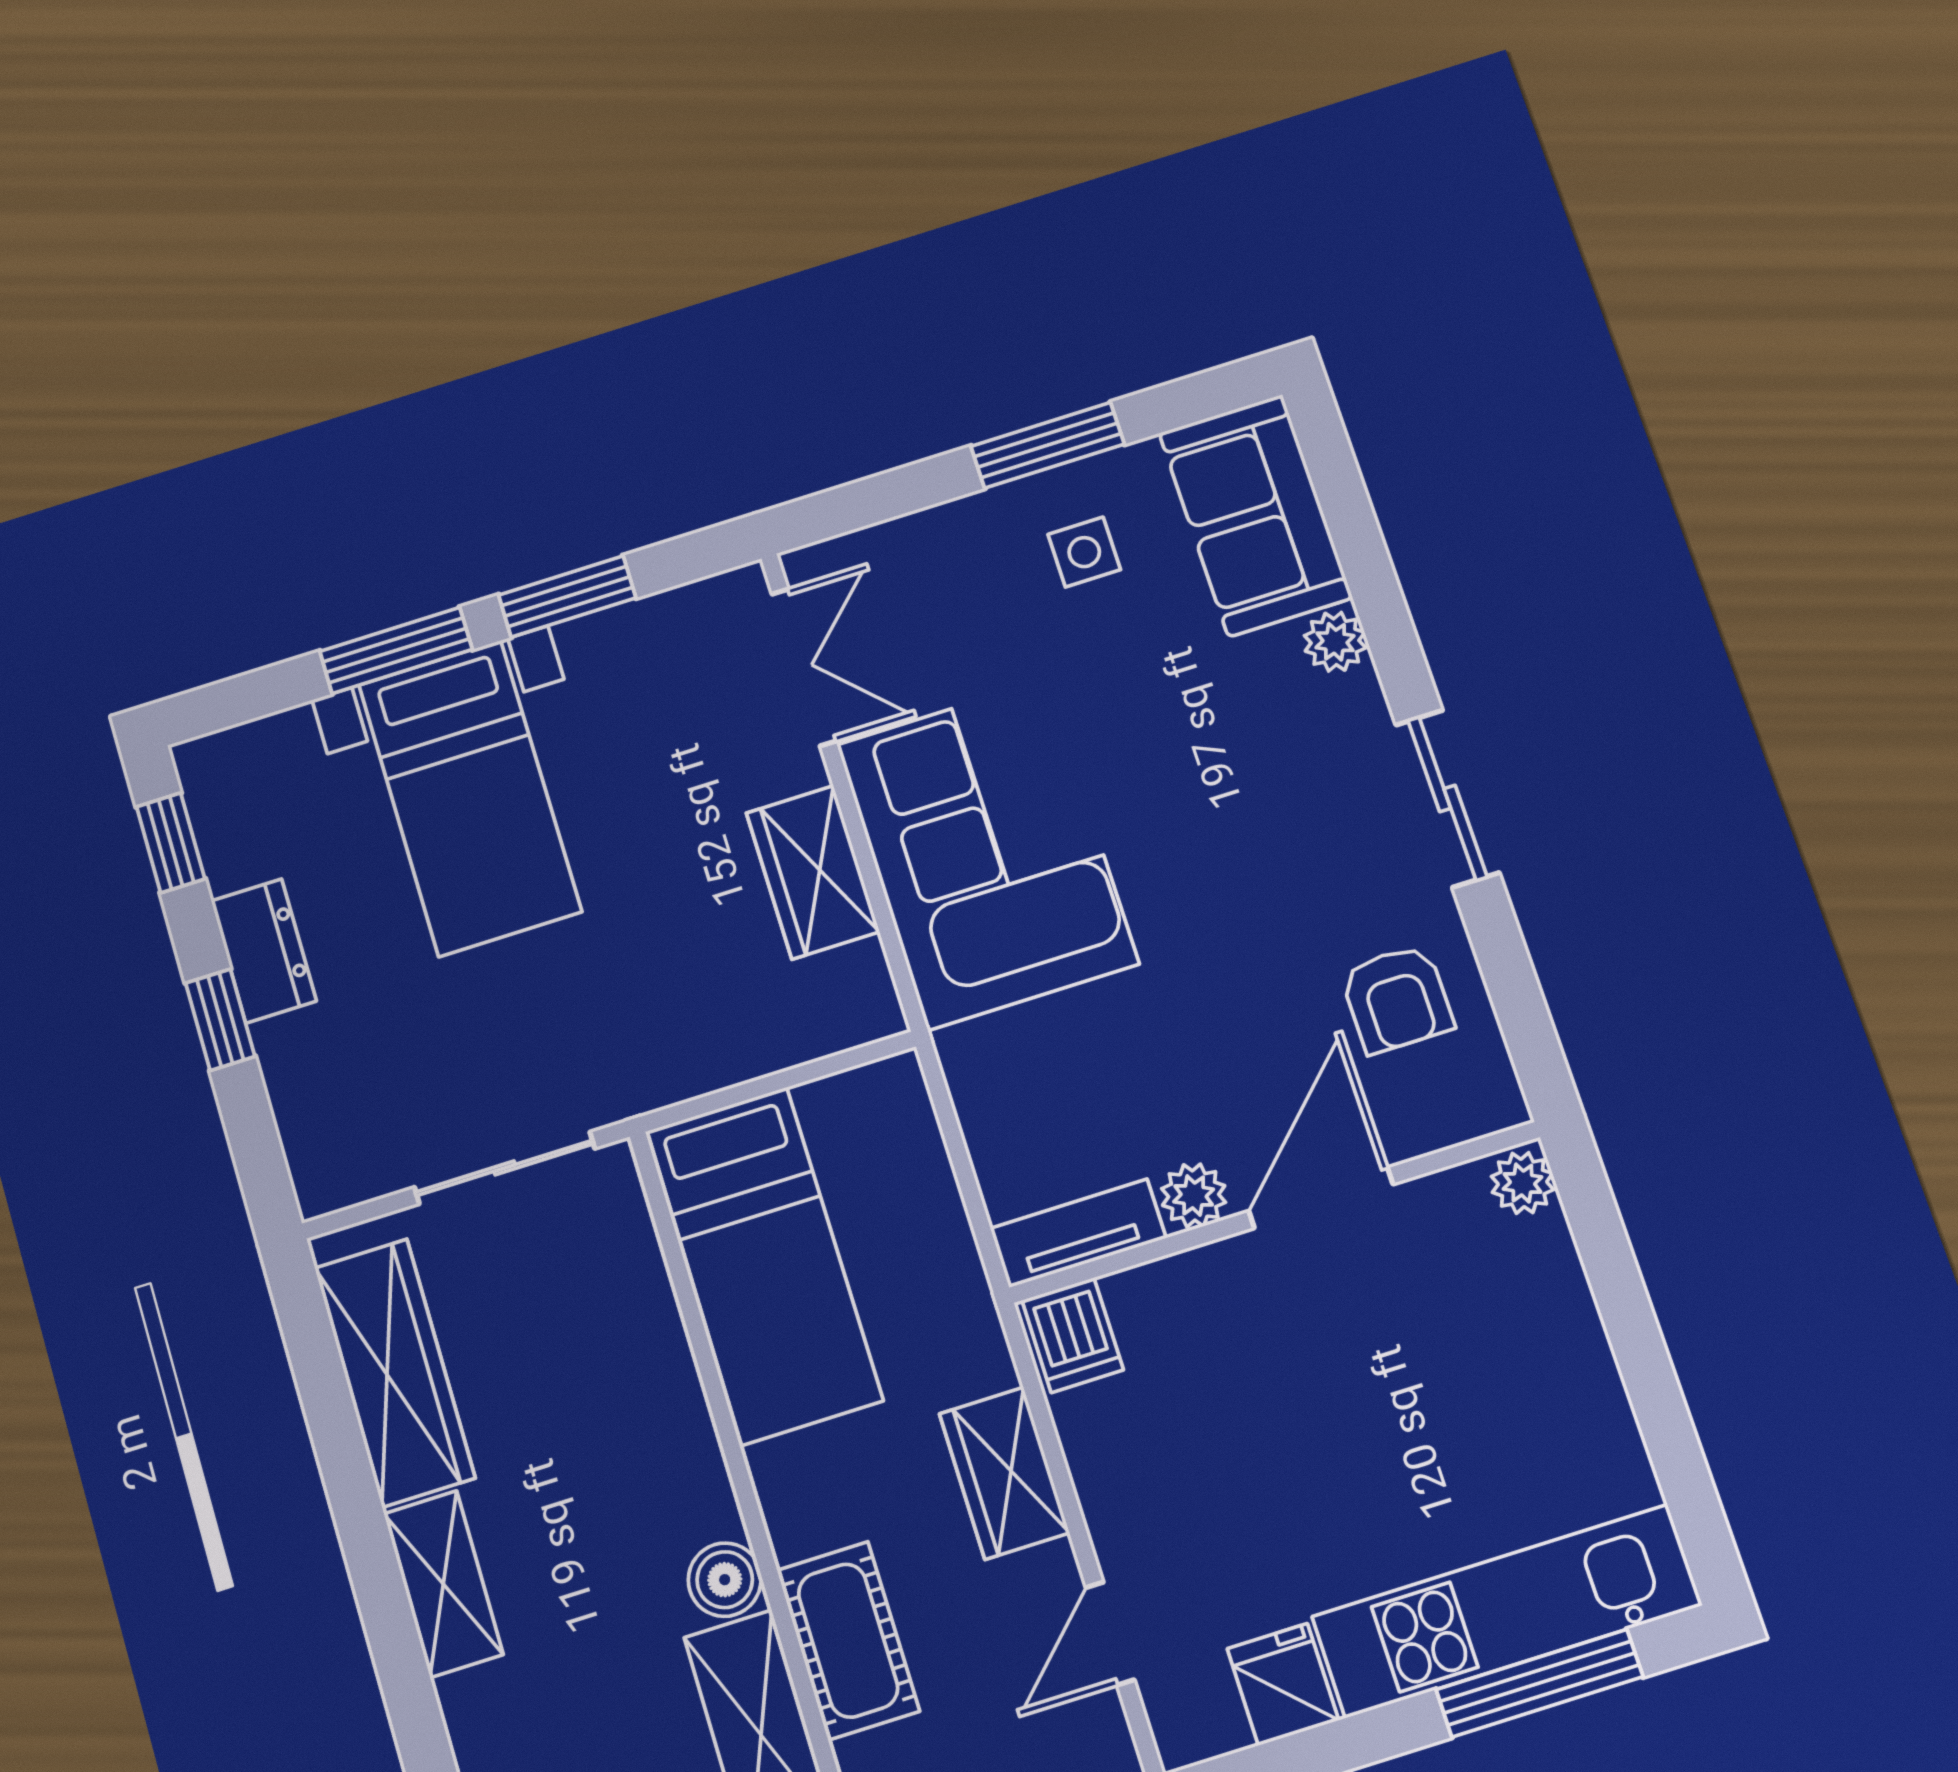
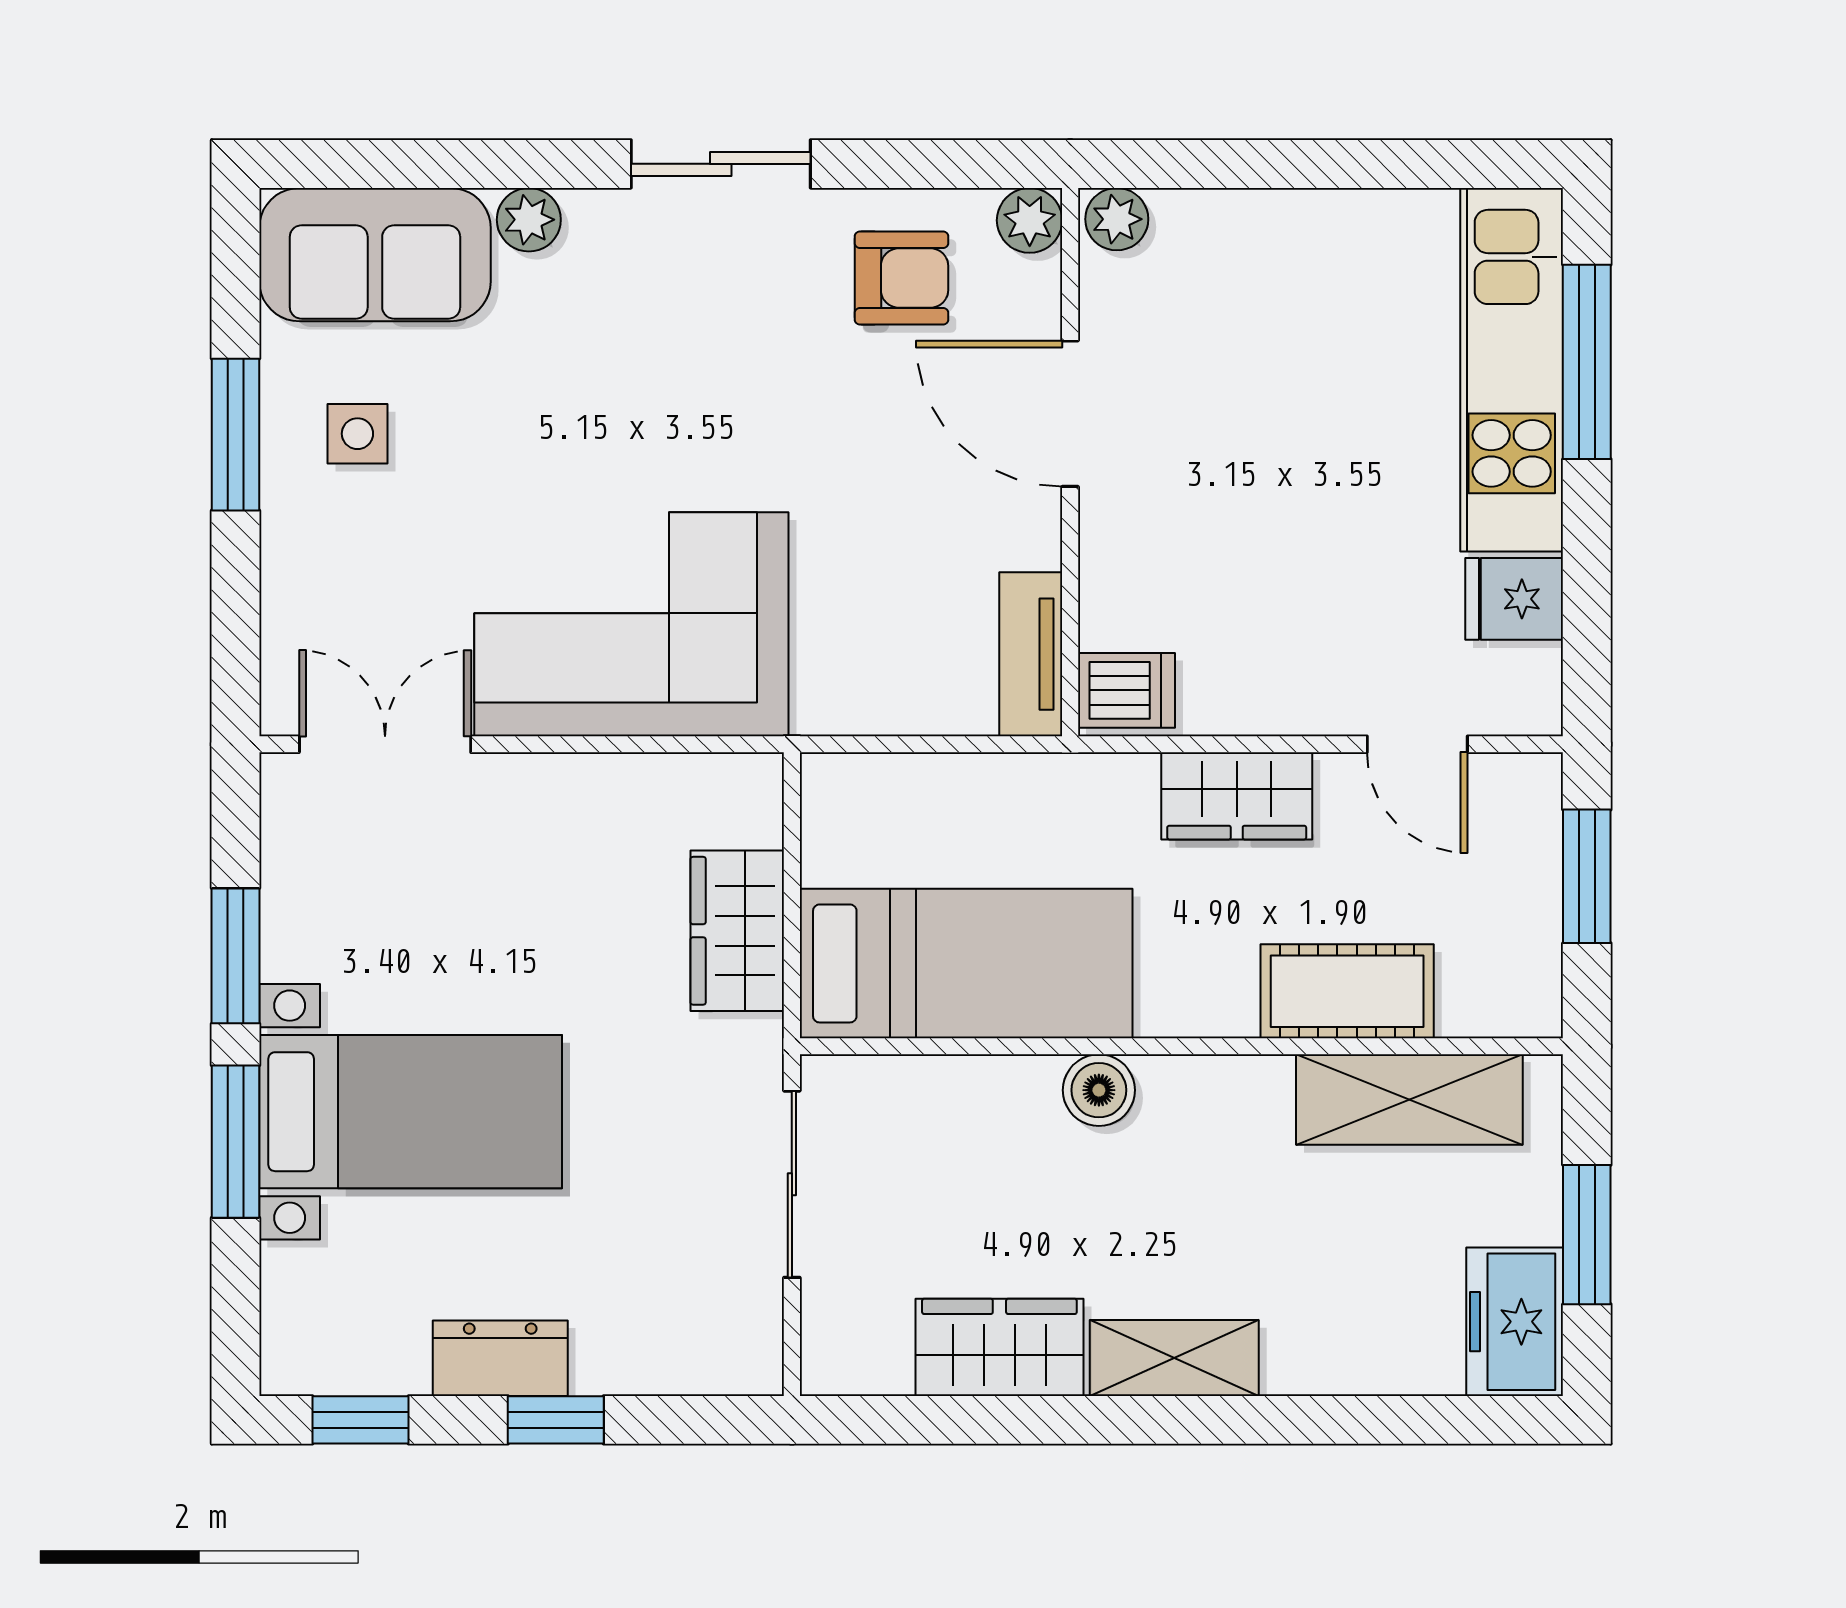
wardrobe: (813, 872) -> (737, 931), moved, turned 90
plant: (1194, 1195) -> (1030, 220), moved
wardrobe: (395, 1373) -> (999, 1347), width x0.67
boiler: (725, 1580) -> (1099, 1090), moved

